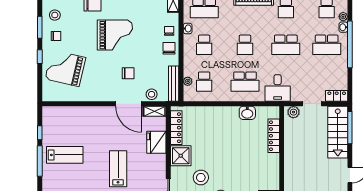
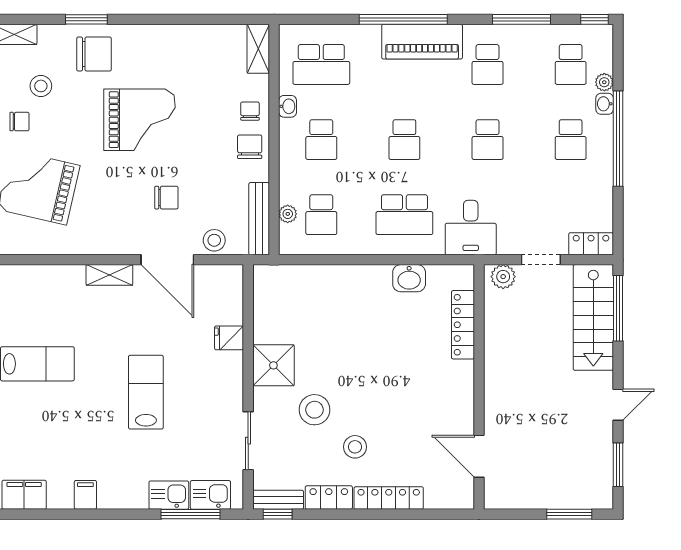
stool: (55, 15) -> (41, 86), moved
school desk: (286, 45) -> (488, 140), width x0.54
school desk: (327, 45) -> (571, 140), width x0.54
shelving: (154, 111) -> (109, 275), moved
locker: (176, 128) -> (264, 308), removed
fridge: (156, 142) -> (229, 338), width x0.53, depth x0.75

